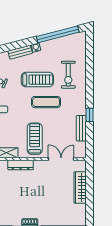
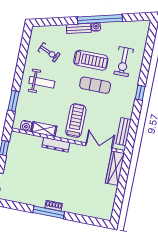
window: (58, 34) -> (100, 19), moved
window: (90, 115) -> (140, 93), moved
bench: (81, 128) -> (124, 132), moved
wardrobe: (80, 187) -> (115, 168), moved

